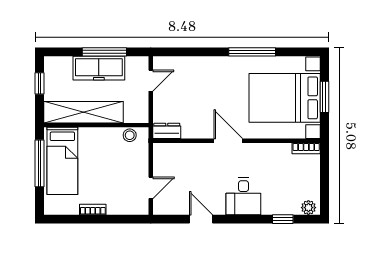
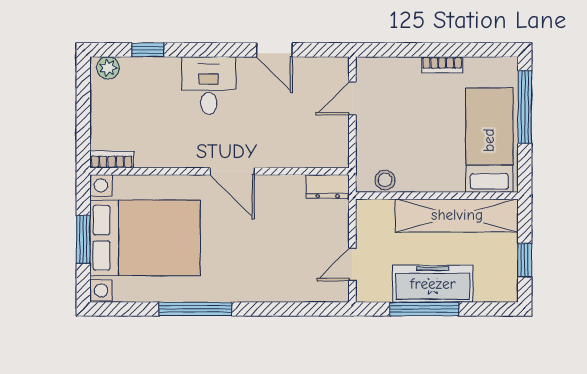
window: (40, 163) -> (525, 107), moved

